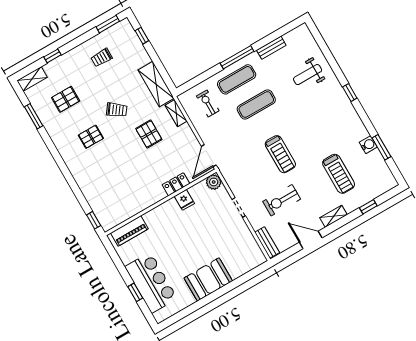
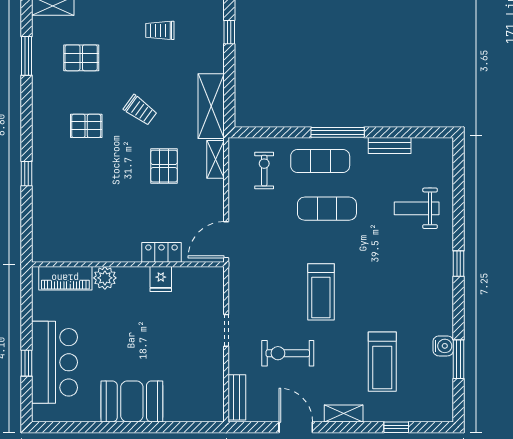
plant: (214, 182) -> (105, 278), moved
window: (94, 220) -> (27, 174), moved

